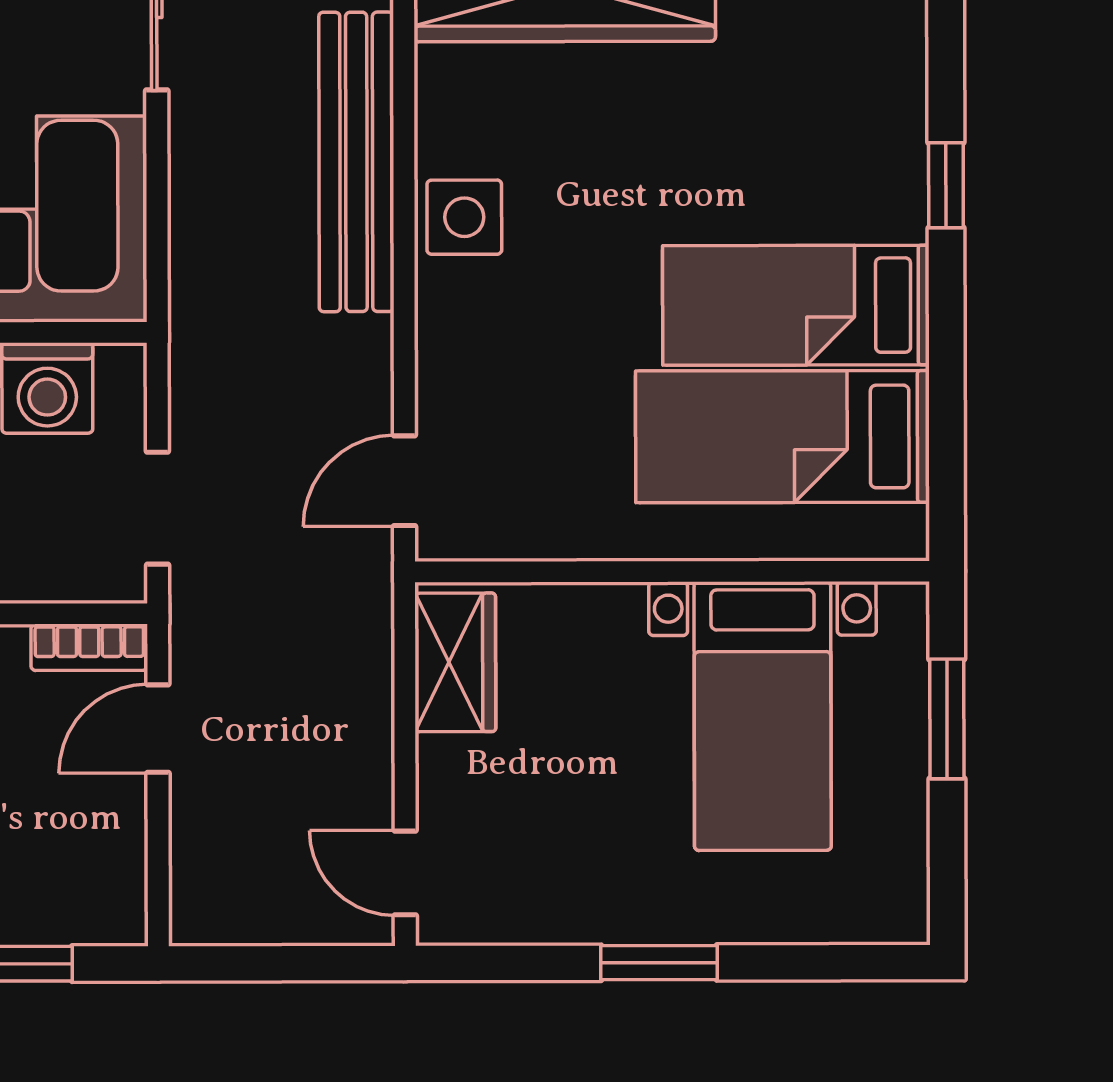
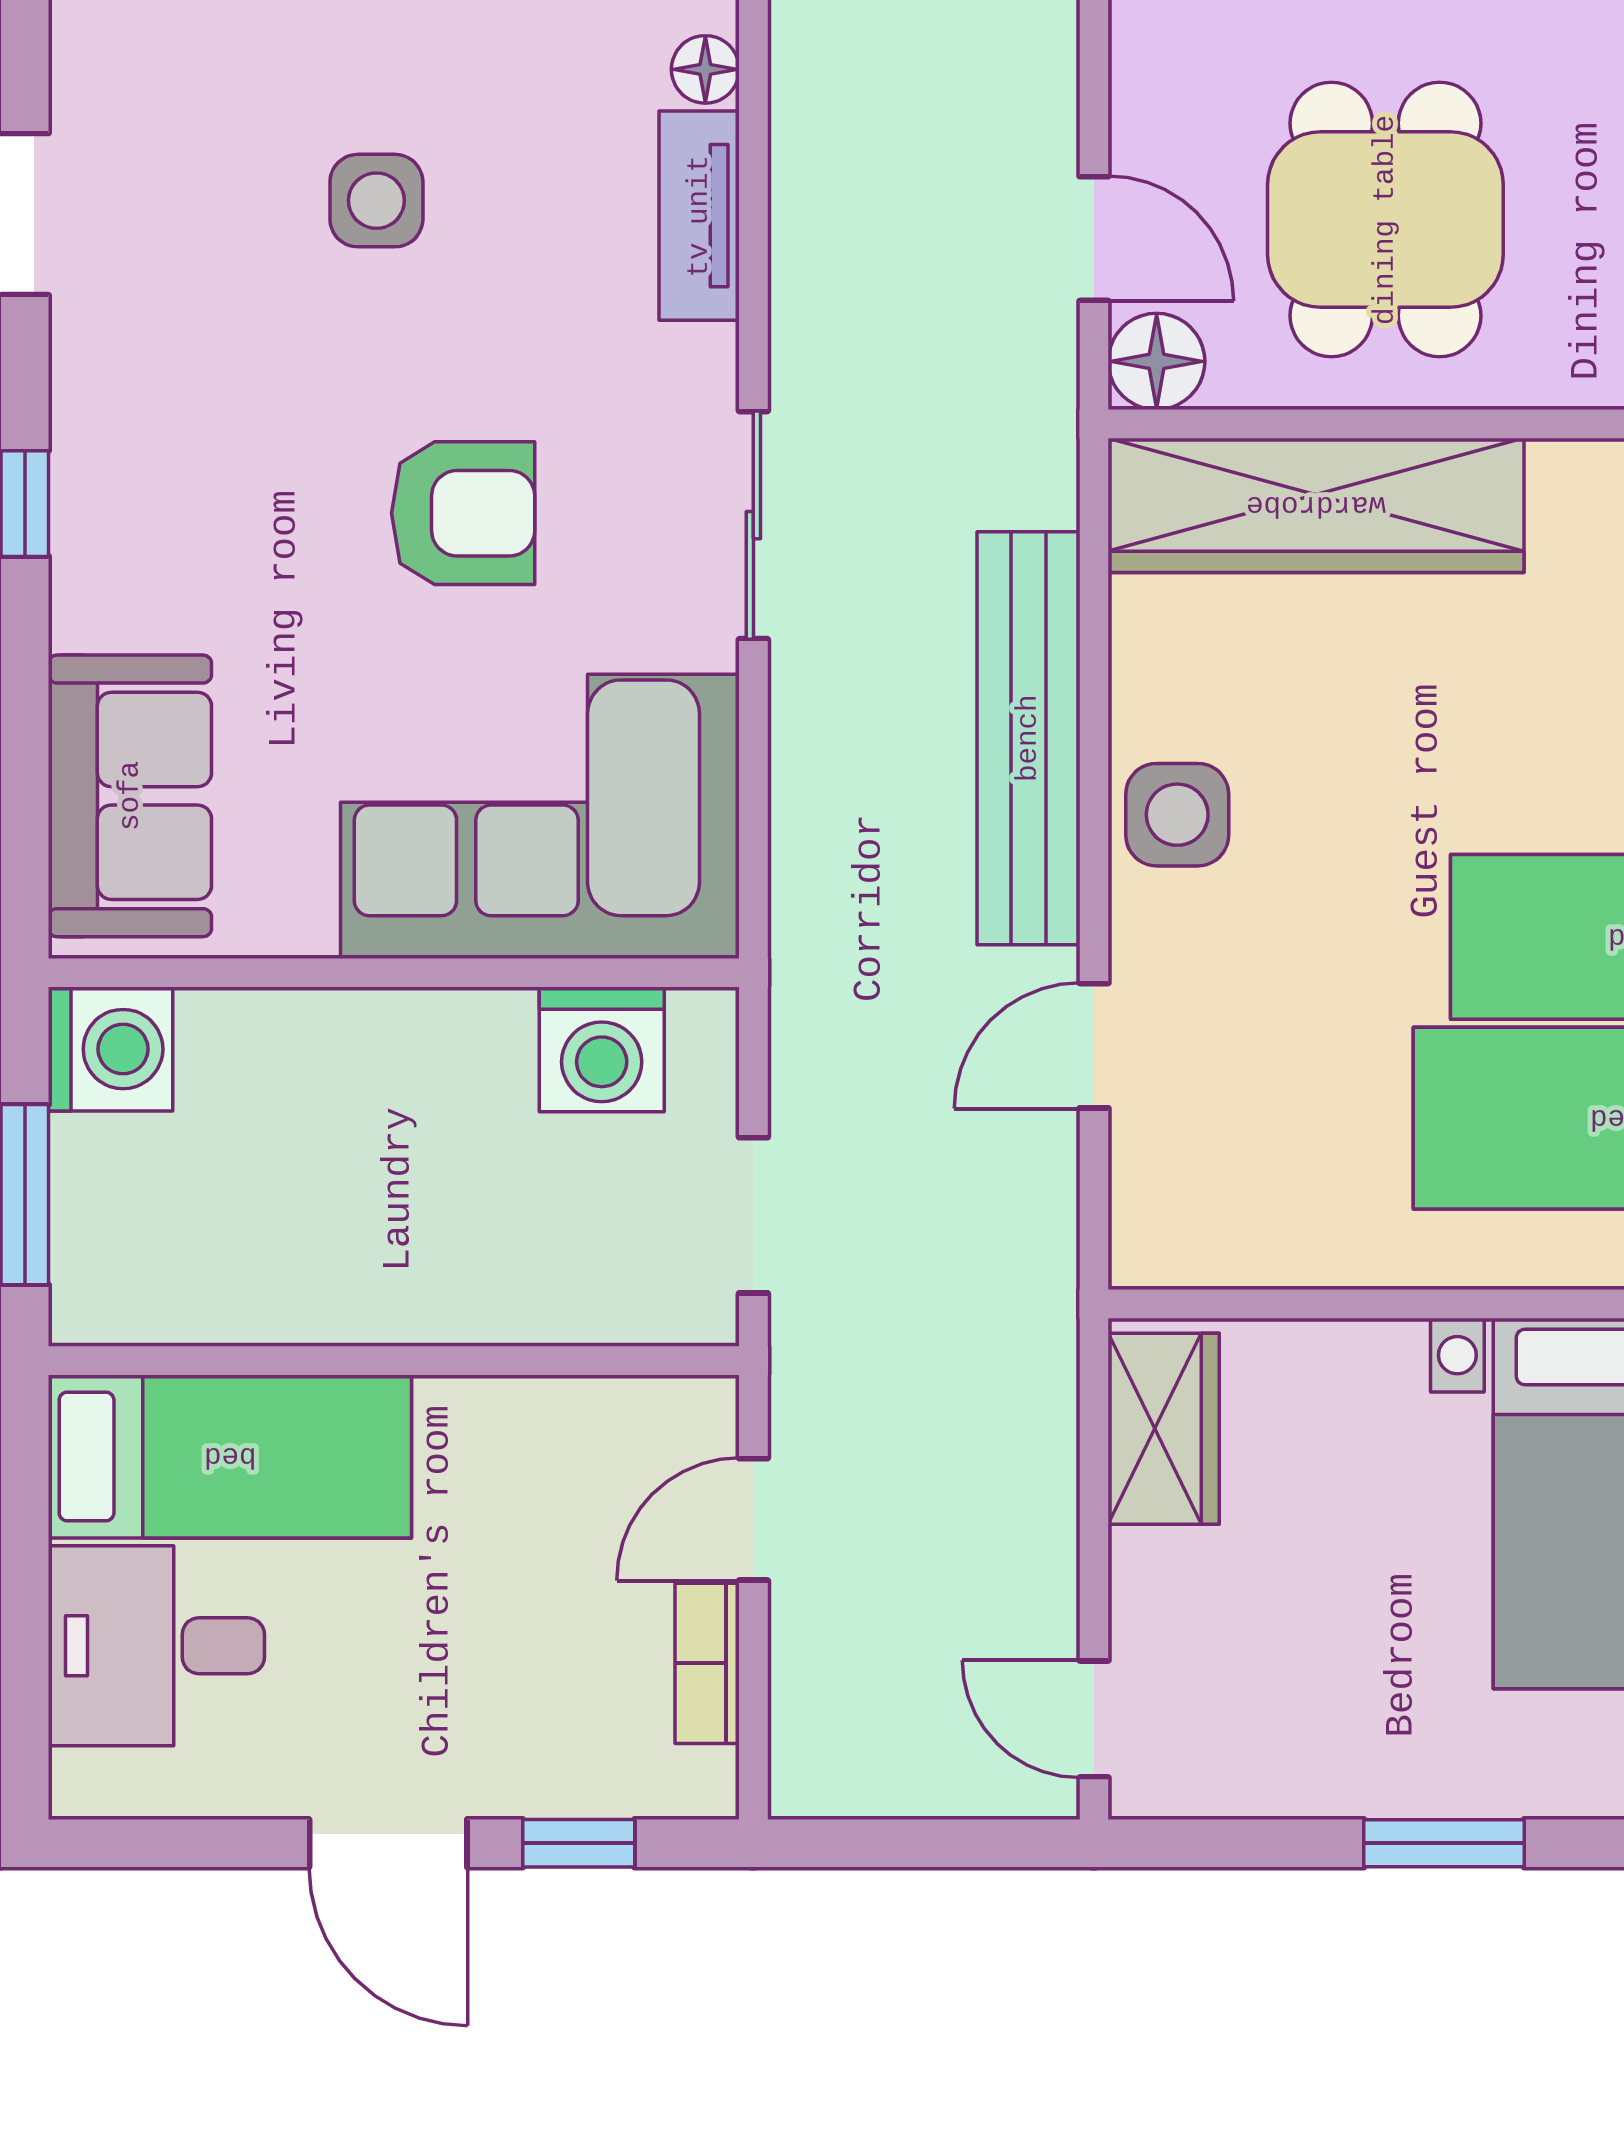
door: (404, 481) -> (1094, 1046), moved
bookcase: (89, 647) -> (707, 1663), moved, turned 90

